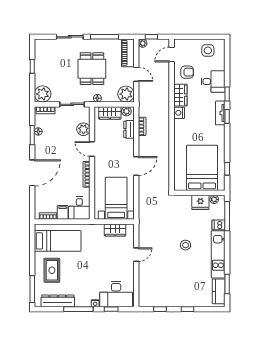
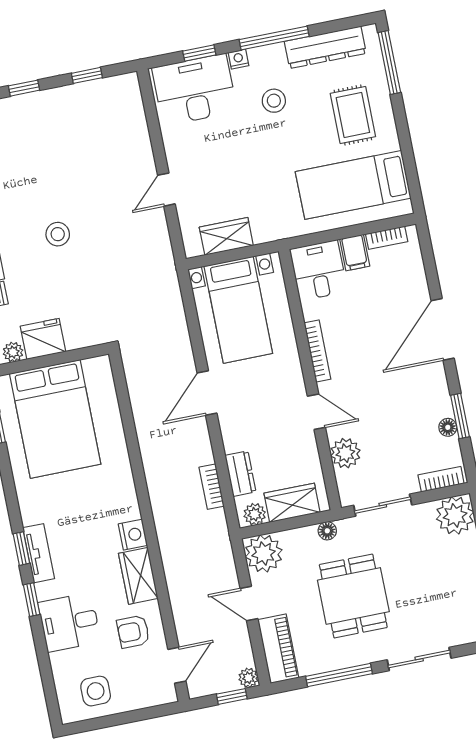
stool: (84, 283) -> (274, 101), added

